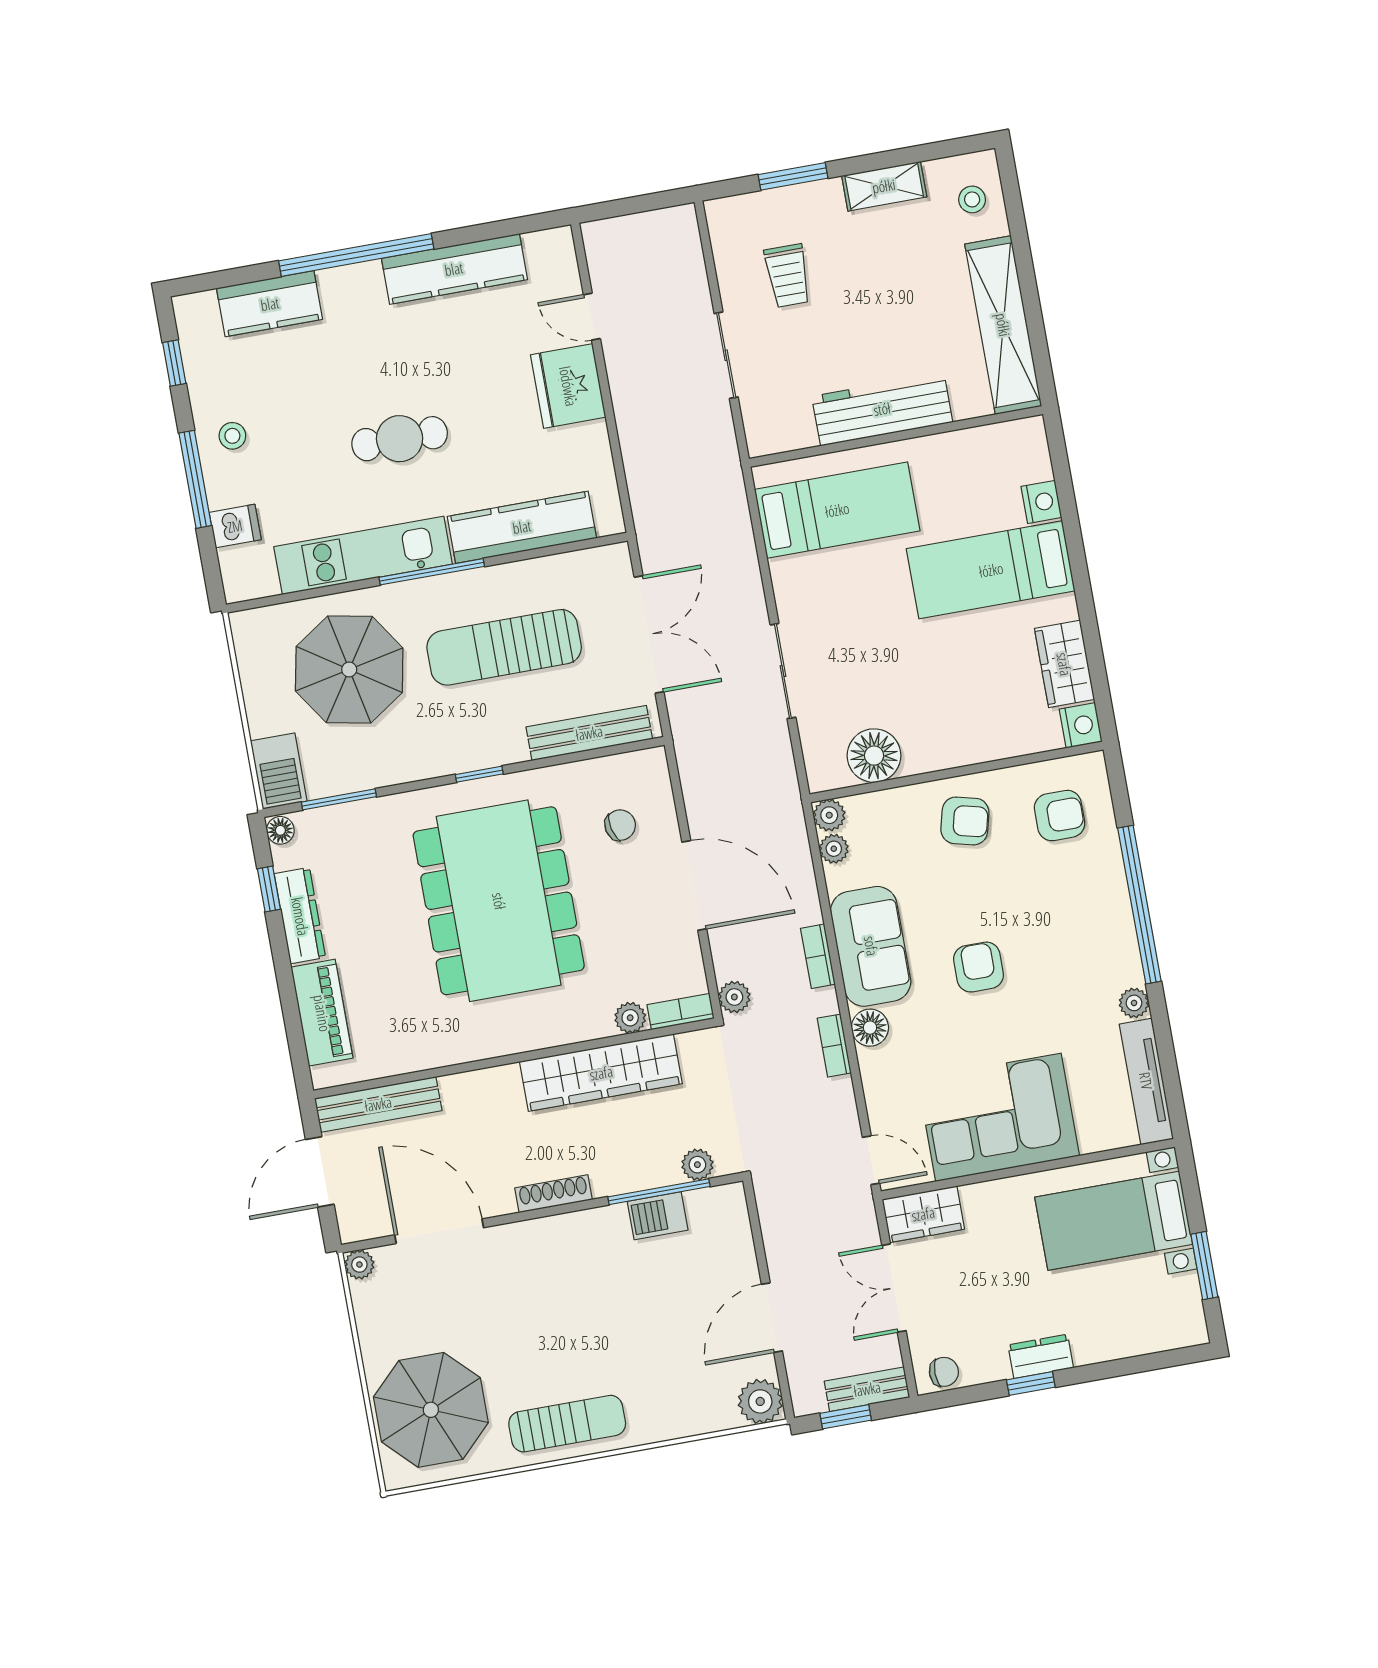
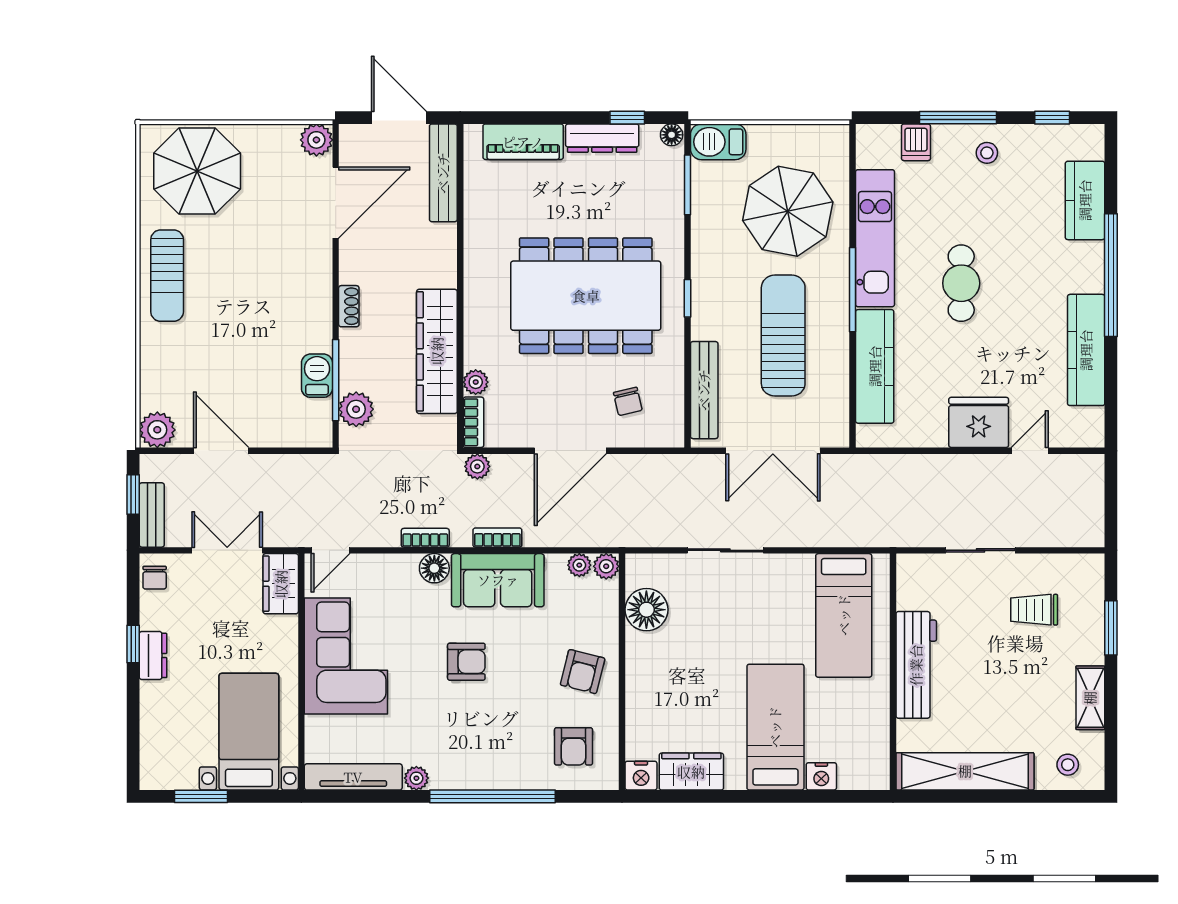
plant: (697, 1165) -> (356, 409), width x1.38, depth x1.38
shoe rack: (554, 1194) -> (349, 306), width x0.70
plant: (359, 1265) -> (316, 140), width x1.38, depth x1.38

